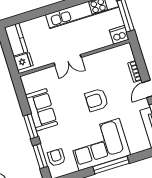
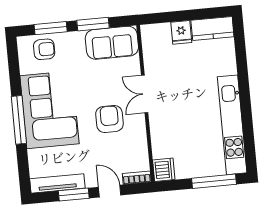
dishwasher: (119, 35) -> (164, 170), moved
wall: (74, 58) -> (145, 103), moved
double door: (68, 60) -> (145, 94), moved

